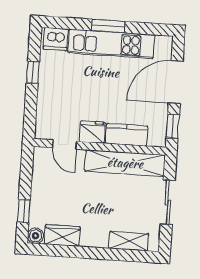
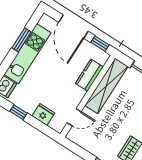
window: (108, 26) -> (22, 40), moved
fridge: (92, 132) -> (43, 115), moved, turned 90

